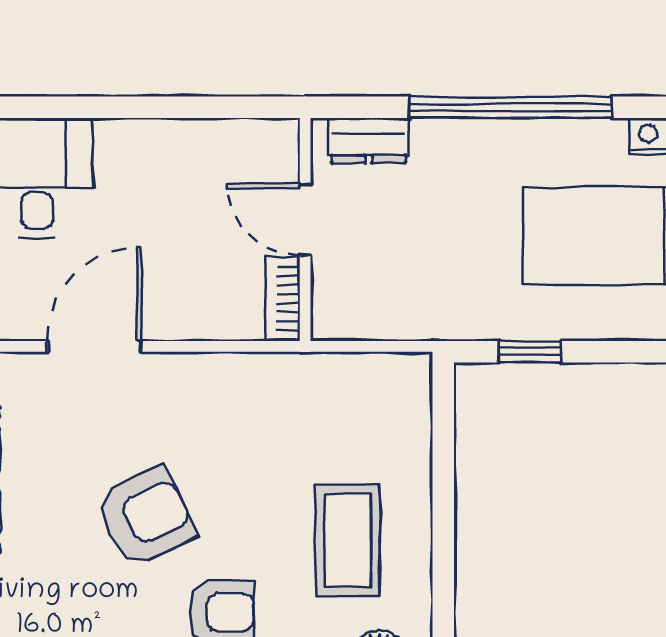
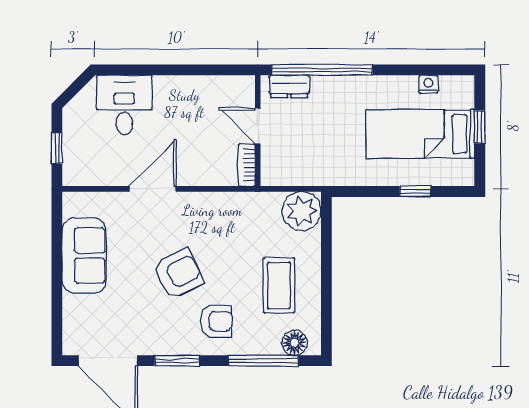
window: (511, 107) -> (322, 70), moved
window: (530, 352) -> (415, 192), moved
plant: (393, 391) -> (302, 211), added

